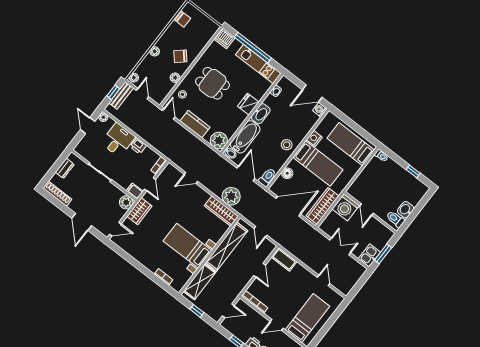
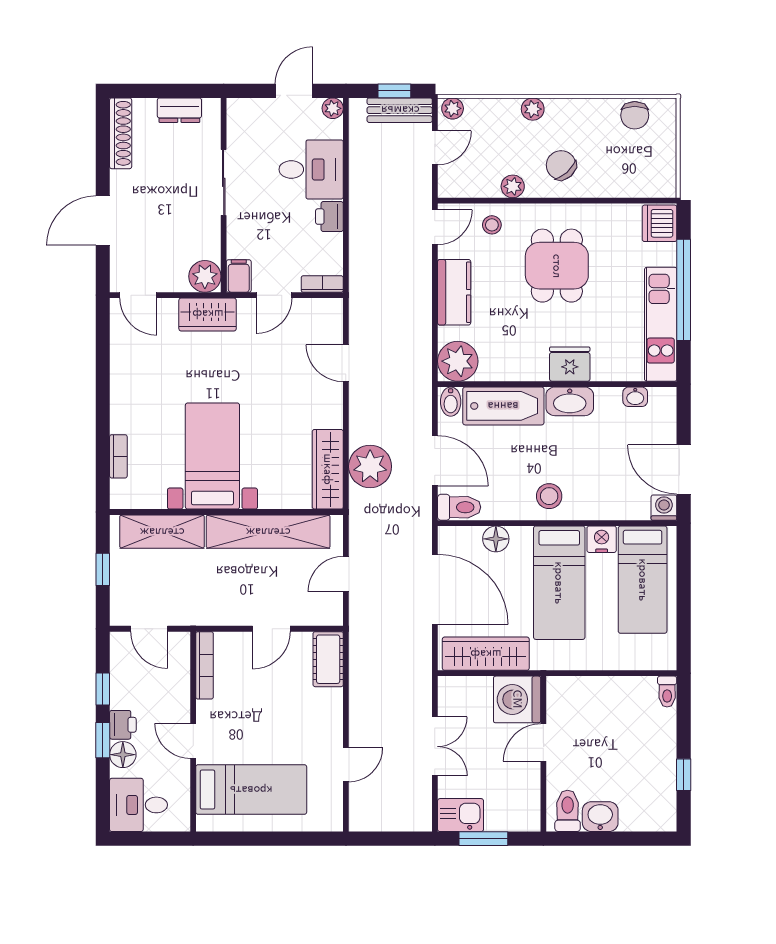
bed: (351, 144) -> (643, 580), moved, turned 180
door: (246, 173) -> (435, 461), hinge flipped

